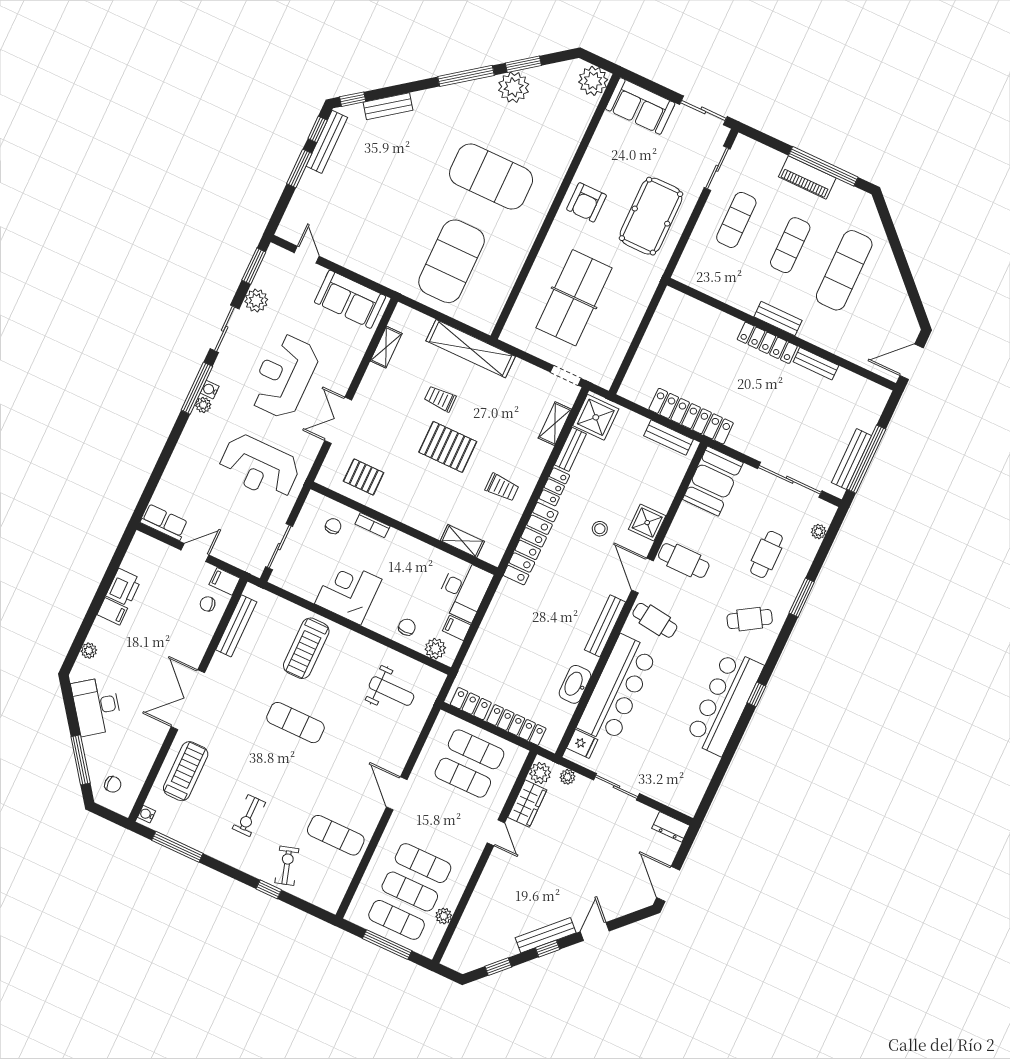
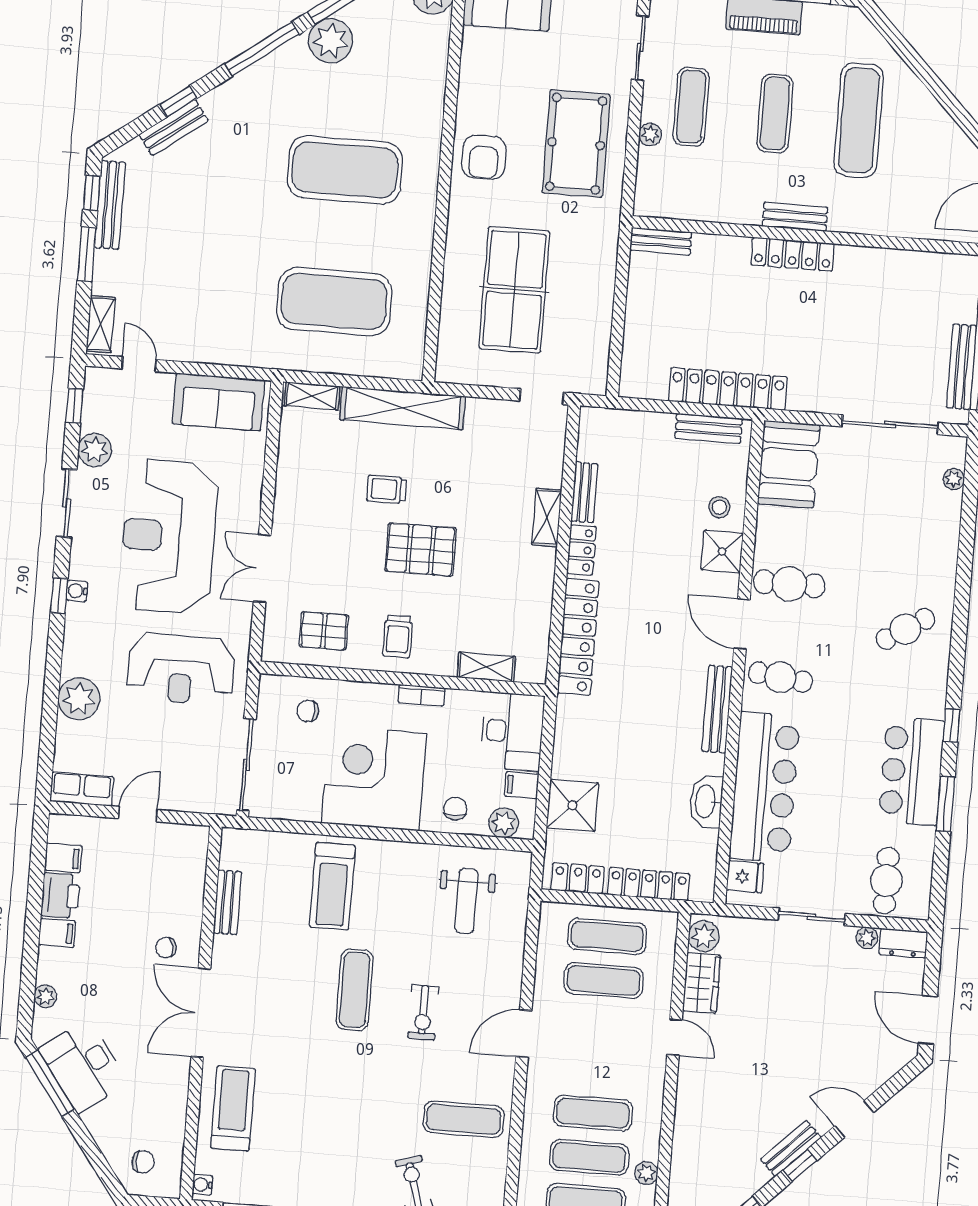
window: (353, 99) -> (178, 101), moved
shelving: (291, 219) -> (101, 324), added
plant: (702, 228) -> (650, 134), added
exercise mat: (452, 261) -> (334, 302), turned 90
window: (254, 266) -> (74, 406), width x0.67
shelving: (386, 347) -> (312, 396), moved, turned 90
bench: (816, 364) -> (661, 241), moved
reception desk: (284, 376) -> (169, 536), width x1.36, depth x1.30
window: (197, 388) -> (59, 595), width x0.46
plant: (203, 405) -> (79, 699), moved, width x1.88, depth x1.88
shower: (596, 417) -> (572, 805), moved
shelving: (555, 424) -> (547, 517), moved
trolley: (502, 487) -> (398, 636), moved, turned 90
bookcase: (372, 525) -> (421, 695), moved
chair: (333, 526) -> (308, 711), turned -90
stool: (600, 529) -> (719, 507), moved
sliding door: (279, 547) -> (246, 765), width x1.37
cafe table: (767, 554) -> (886, 881), moved
filing cabinet: (225, 581) -> (63, 858), moved, turned 180
corner desk: (348, 591) -> (374, 778), width x1.36, depth x1.36
window: (802, 598) -> (945, 804), moved
chair: (208, 604) -> (166, 948), moved
bench: (236, 626) -> (227, 902), width x0.73
weight bench: (392, 691) -> (466, 901), turned 90
bar counter: (724, 703) -> (912, 771), width x0.73
exercise mat: (295, 723) -> (355, 990), turned 90
window: (81, 760) -> (50, 1083), moved
plant: (568, 777) -> (867, 938), moved
door: (397, 793) -> (524, 1034), hinge flipped
exercise bike: (249, 816) -> (423, 1013), moved
door: (595, 931) -> (854, 1119), hinge flipped
bench: (546, 935) -> (791, 1148), width x0.73

